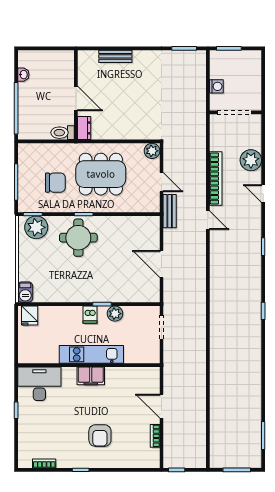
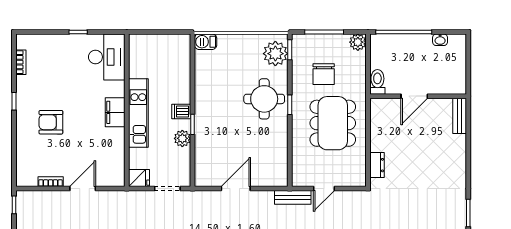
bench: (115, 56) -> (460, 116), moved
dresser: (84, 128) -> (377, 165), moved, turned -90
plant: (152, 151) -> (358, 42), moved
fridge: (30, 315) -> (139, 178), moved, turned 180

